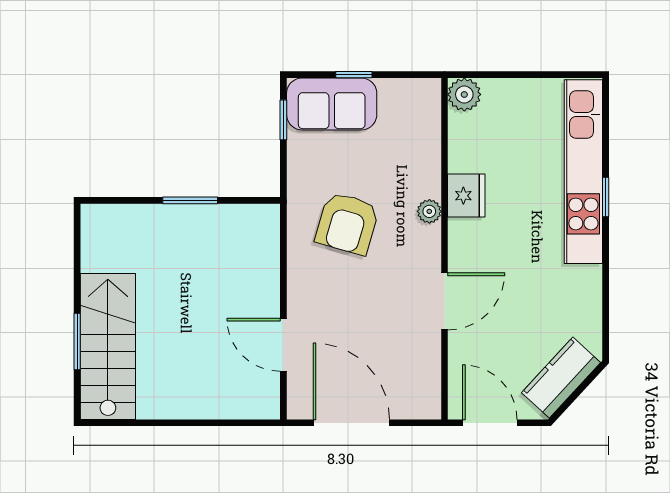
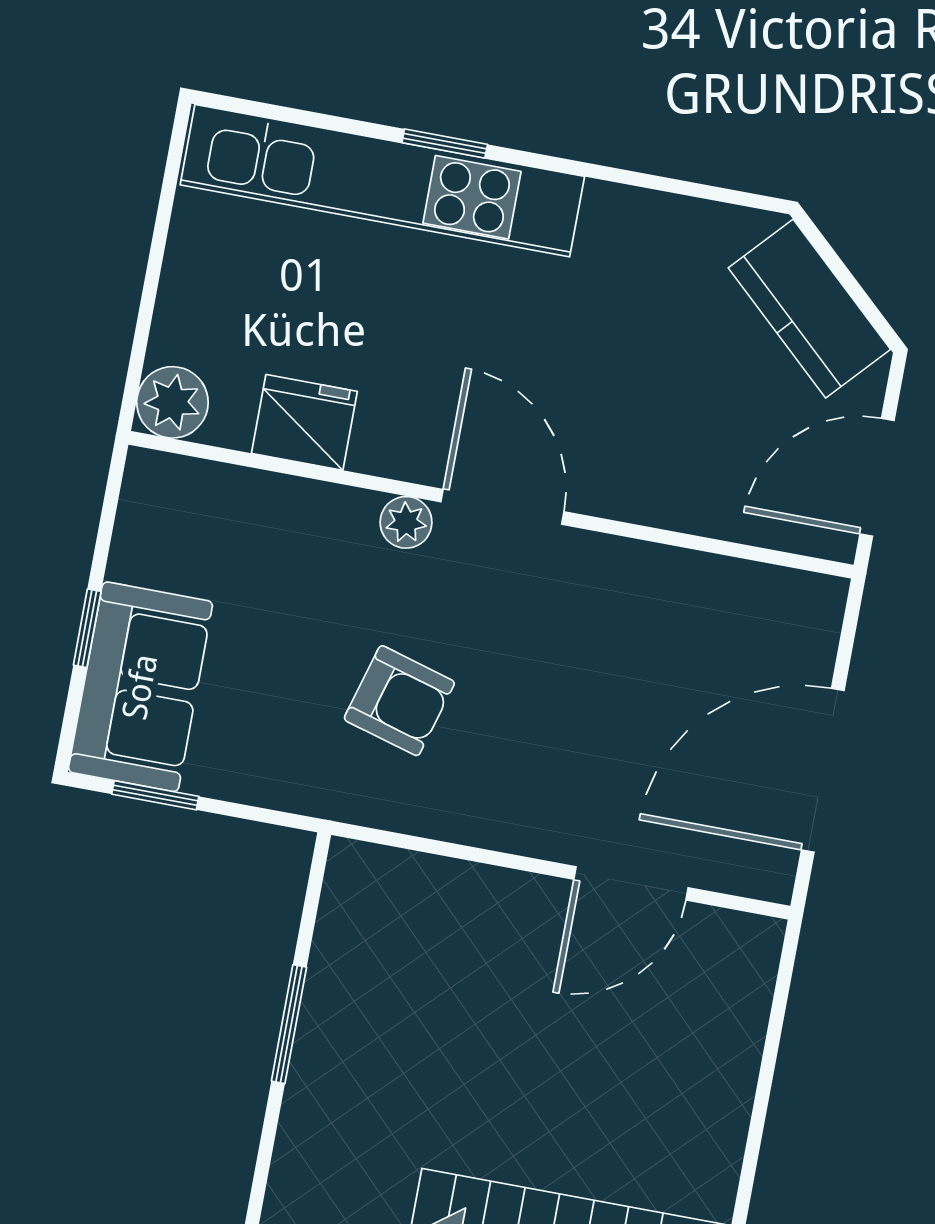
fridge: (466, 196) -> (304, 422), moved
armchair: (347, 223) -> (399, 701), width x0.72, depth x0.72
door: (444, 301) -> (502, 507), moved

